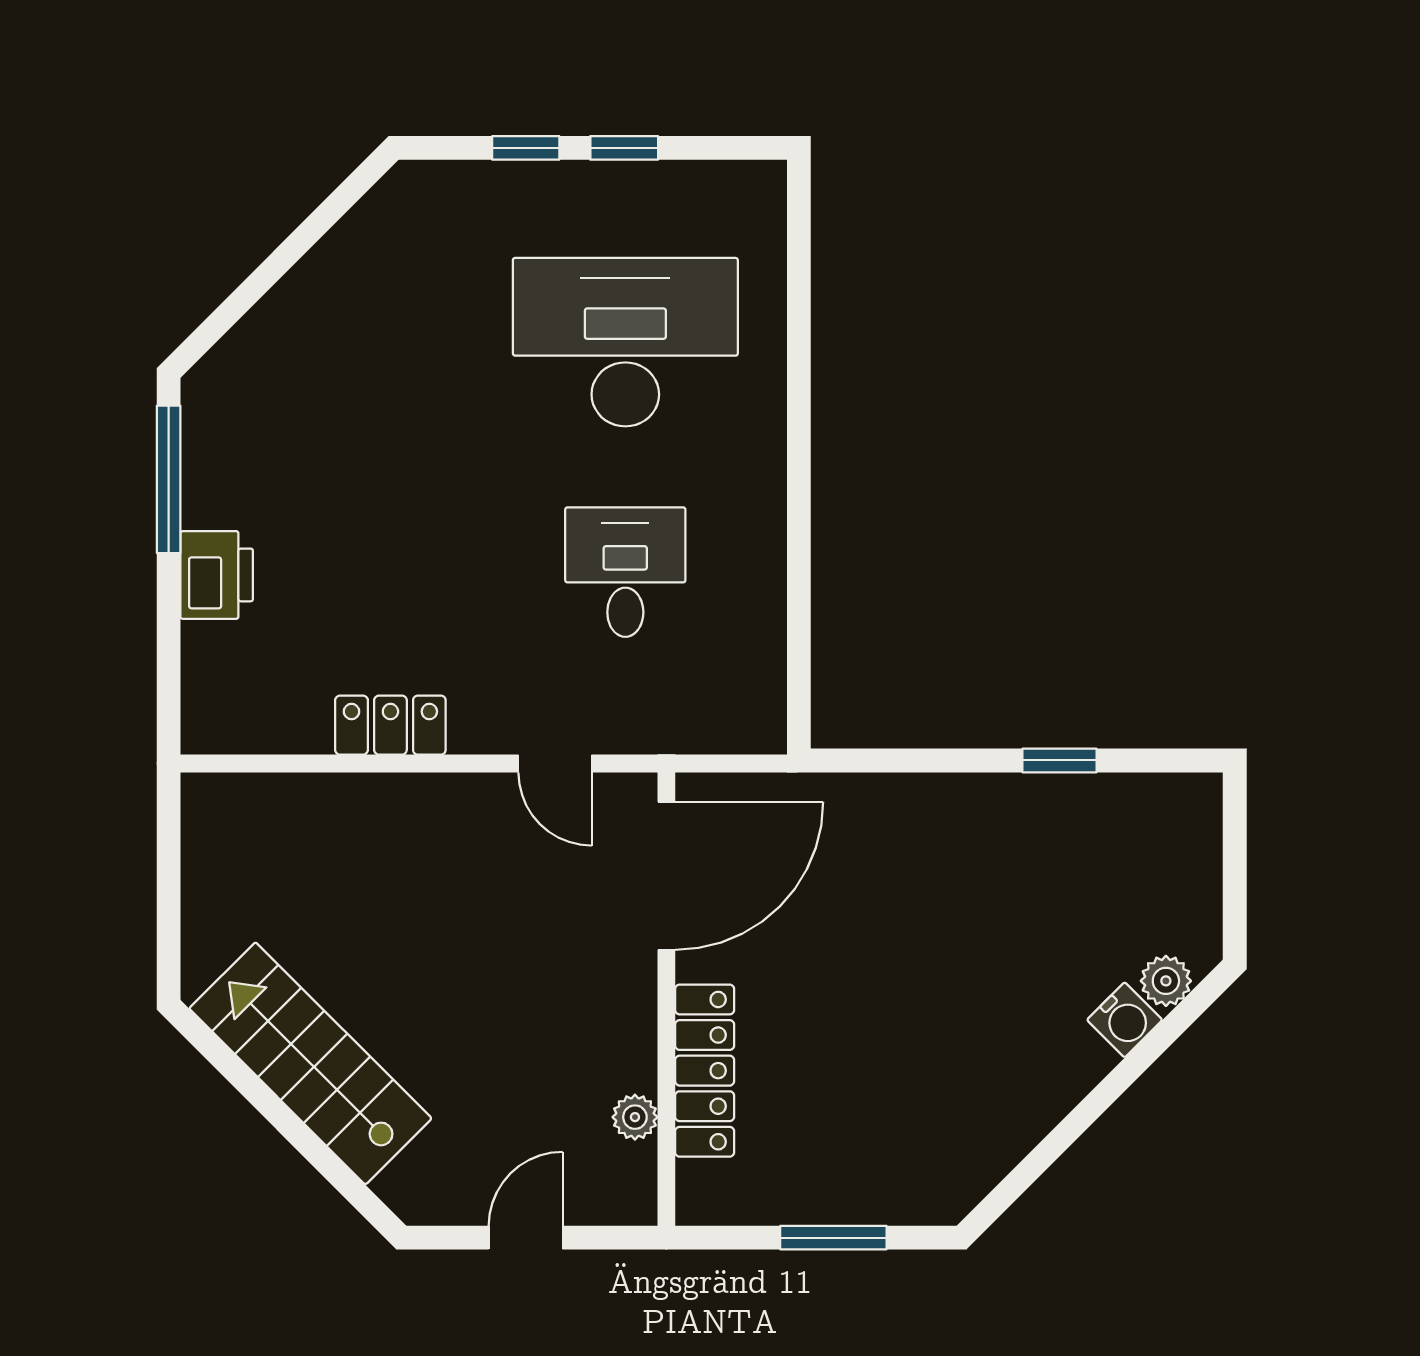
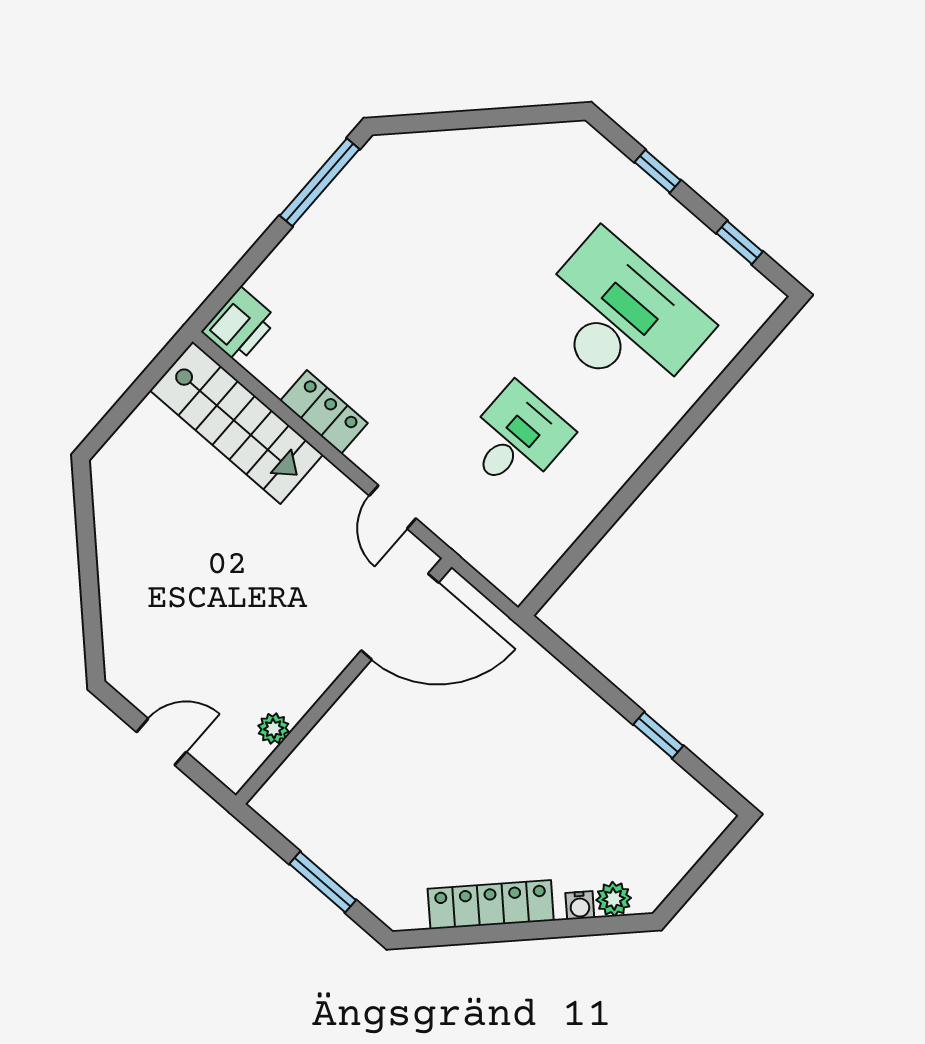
window: (624, 148) -> (739, 242), moved
printer: (217, 575) -> (239, 325), moved
water cooler: (1125, 1020) -> (580, 905), width x0.72, depth x0.72
stairs: (310, 1063) -> (236, 423), moved, turned 135
locker: (705, 1071) -> (491, 905), moved, turned -135

